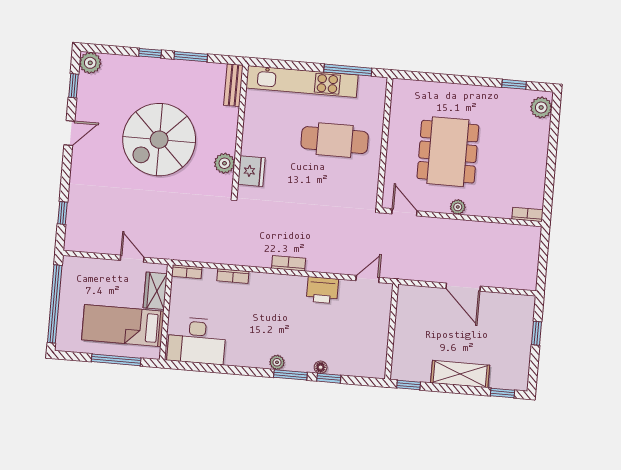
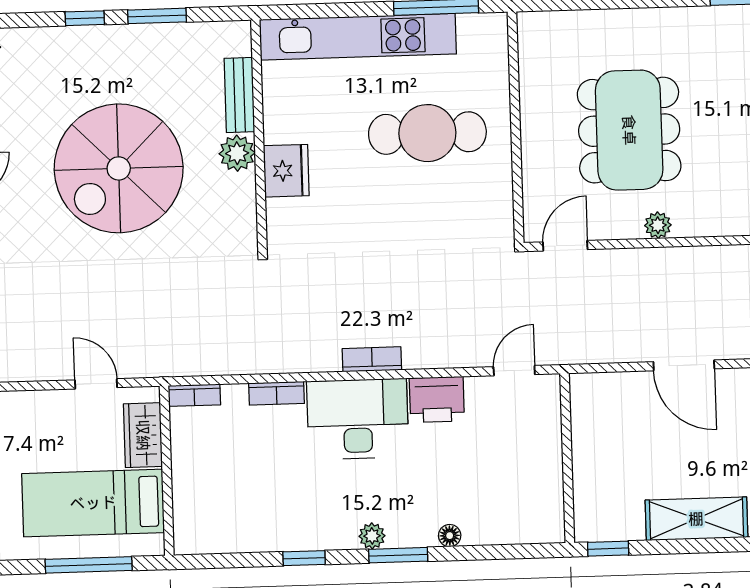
bench: (233, 85) -> (239, 95), moved
plant: (224, 163) -> (237, 153), moved
fridge: (251, 171) -> (286, 171), moved
door: (404, 212) -> (565, 246), hinge flipped
desk: (197, 341) -> (358, 419), moved, turned 180
window: (329, 378) -> (304, 558), moved

